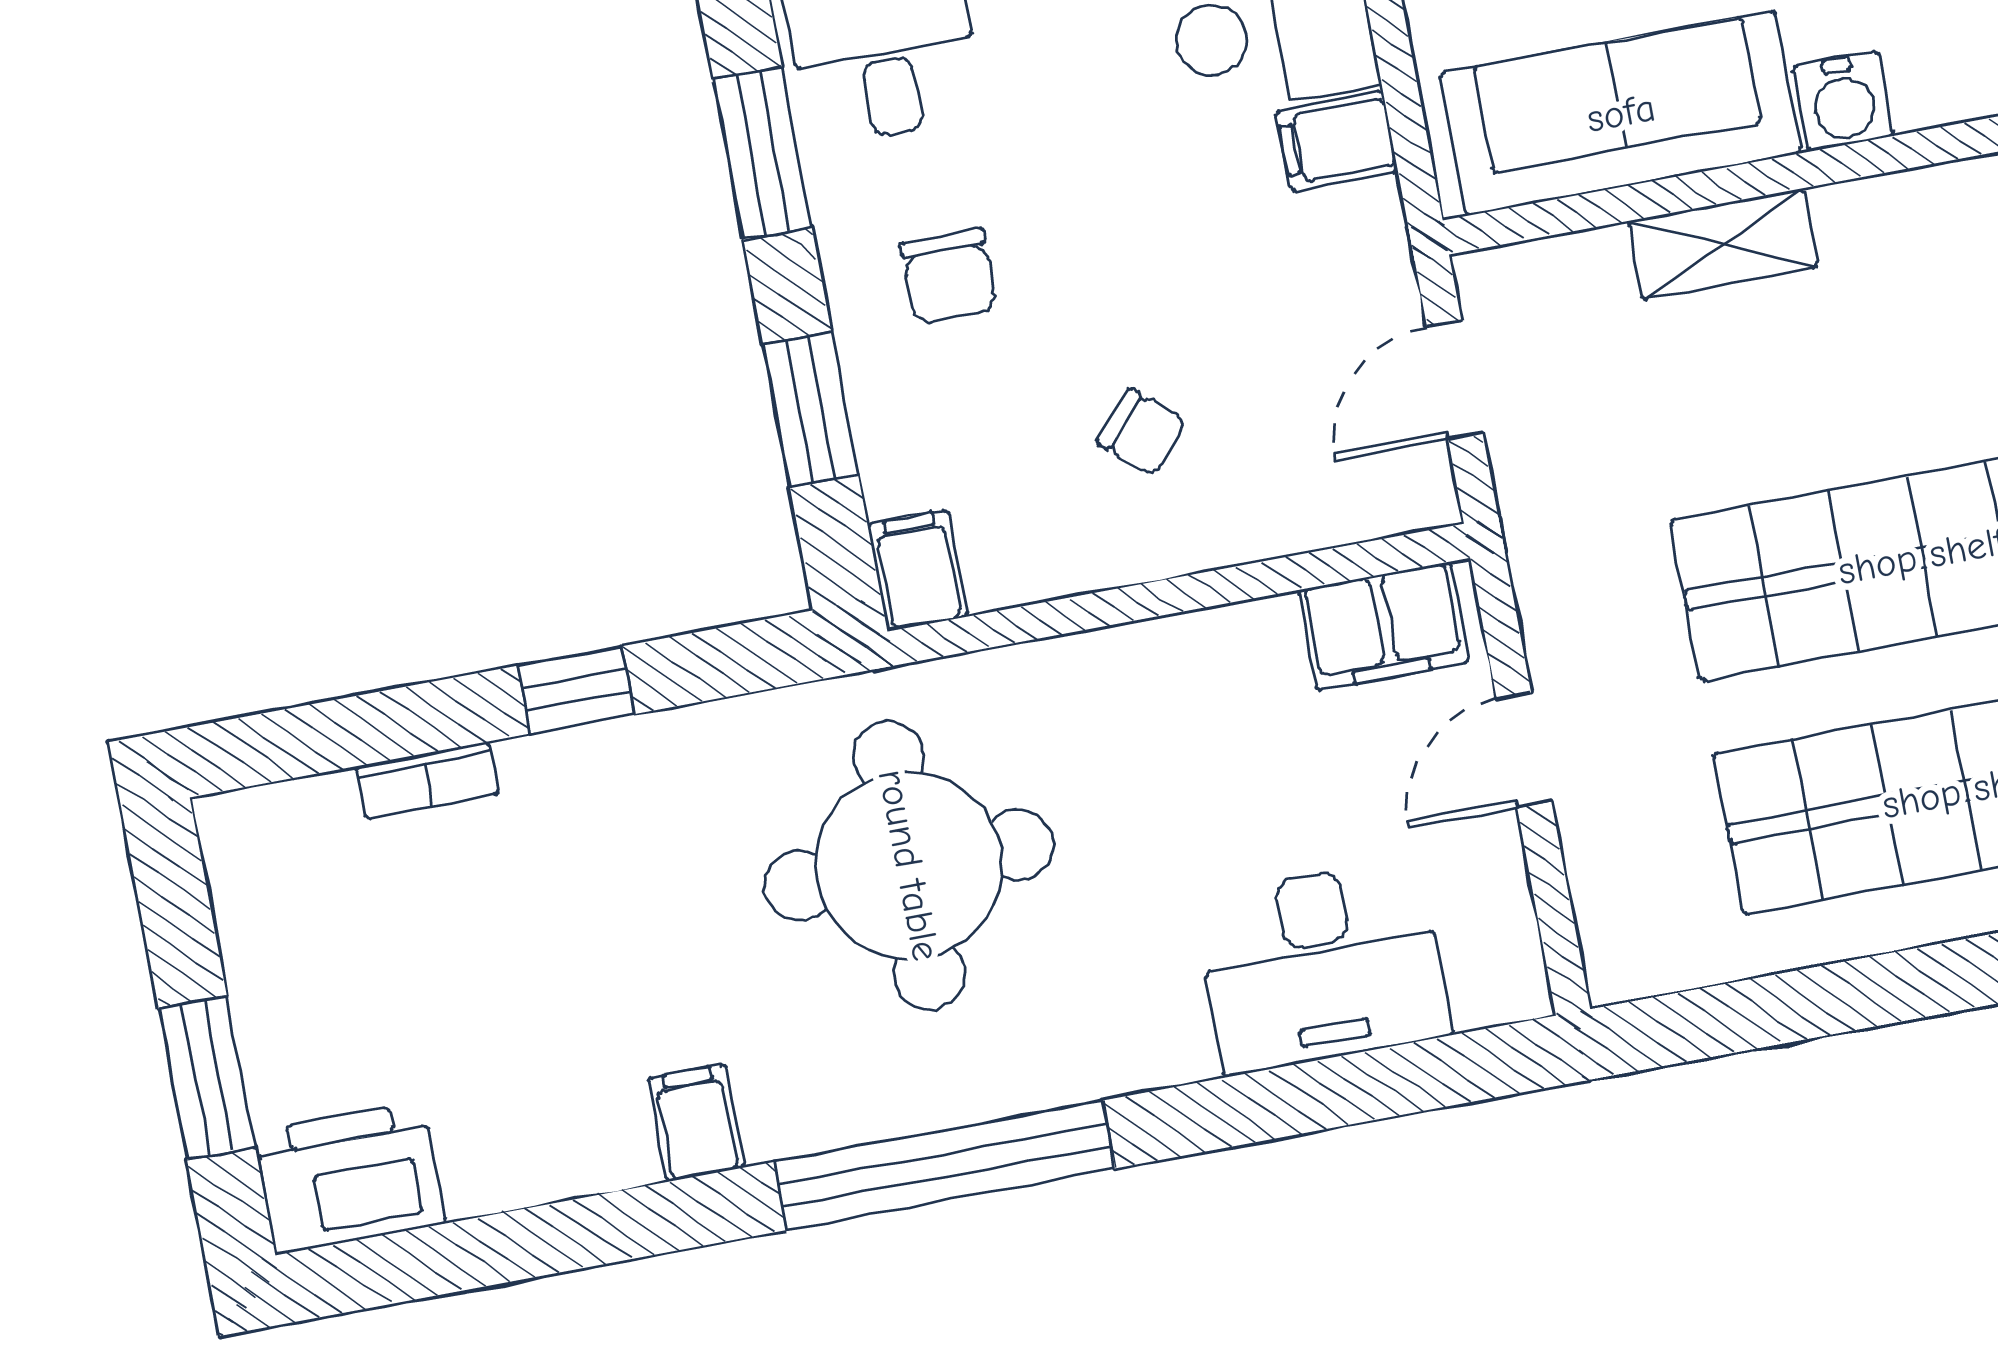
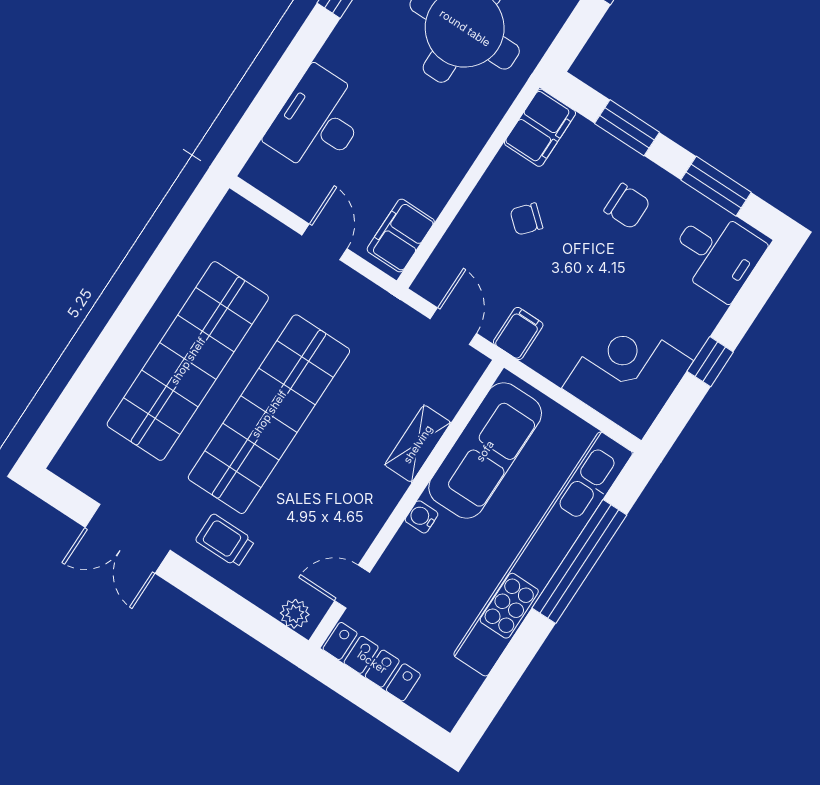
water cooler: (1843, 101) -> (422, 517), width x0.72, depth x0.72
filing cabinet: (1337, 141) -> (518, 333), moved
chair: (949, 276) -> (627, 206), turned 180
filing cabinet: (918, 570) -> (540, 128), width x2.00

